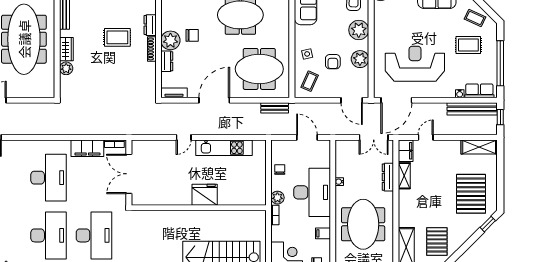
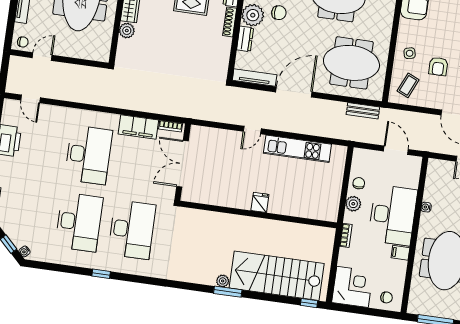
tv unit: (174, 93) -> (255, 78), width x1.41
fridge: (205, 195) -> (260, 202), width x0.53, depth x0.75
plant: (277, 198) -> (353, 204), moved
filing cabinet: (323, 233) -> (400, 253), moved

